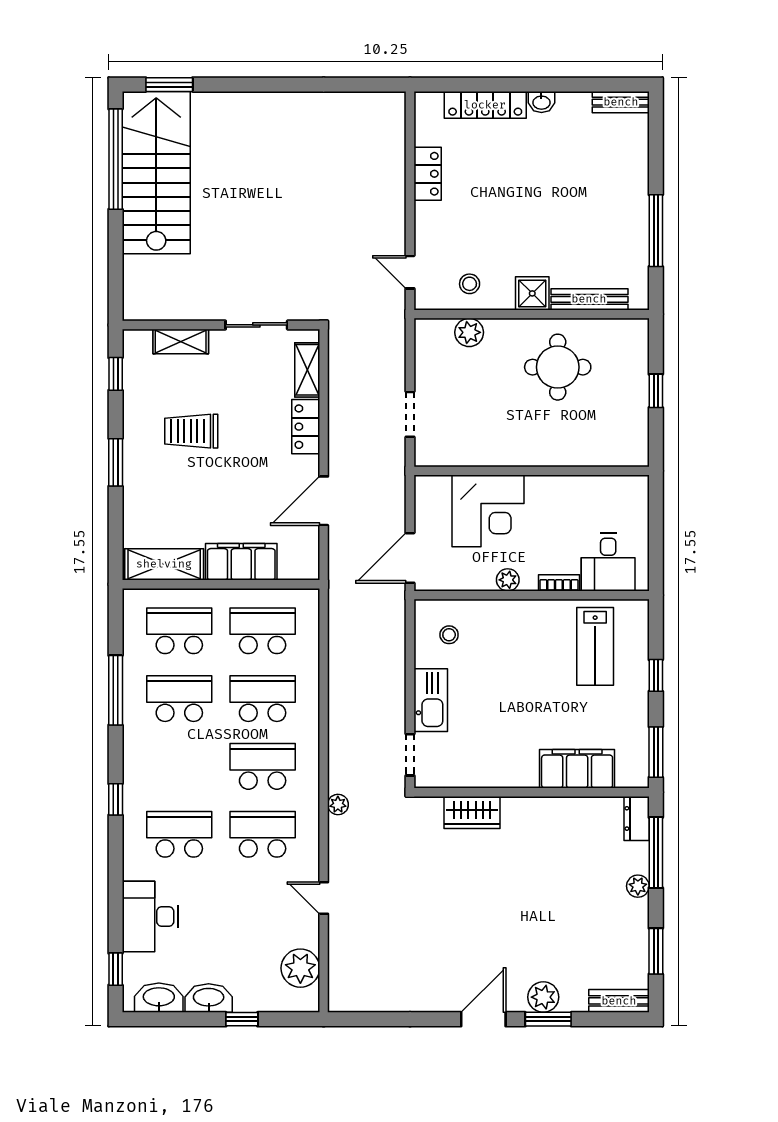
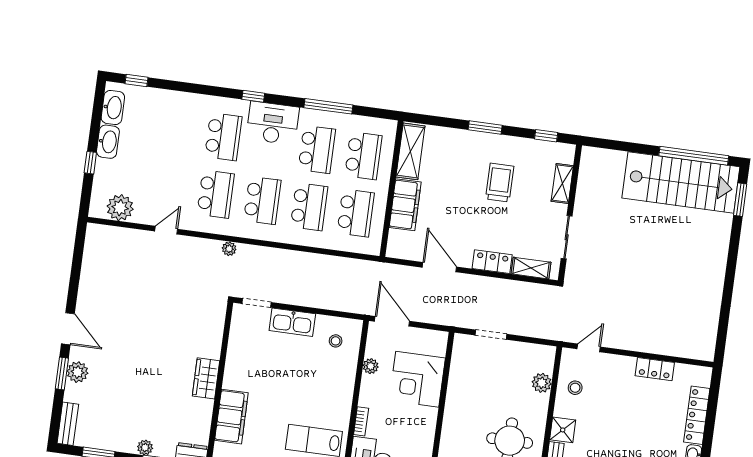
plant: (508, 580) -> (371, 366), moved
wardrobe: (472, 812) -> (206, 378), moved
desk: (150, 916) -> (273, 123), moved

